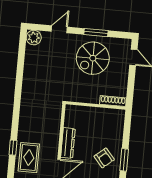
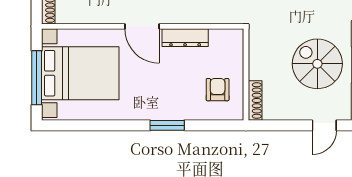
armchair: (104, 158) -> (218, 90), moved, turned 130

